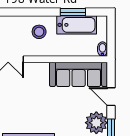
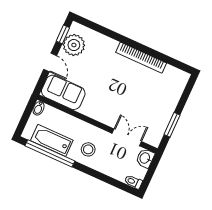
window: (73, 12) -> (50, 153), width x2.11
sofa: (79, 74) -> (63, 92), width x0.73

